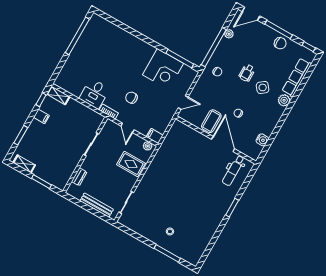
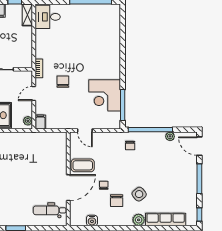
chair: (280, 43) -> (117, 201), moved
wheelchair: (247, 73) -> (144, 173), removed
desk: (94, 94) -> (48, 17), moved

